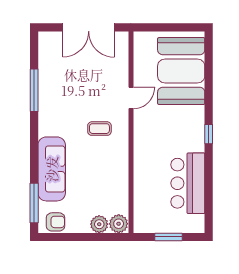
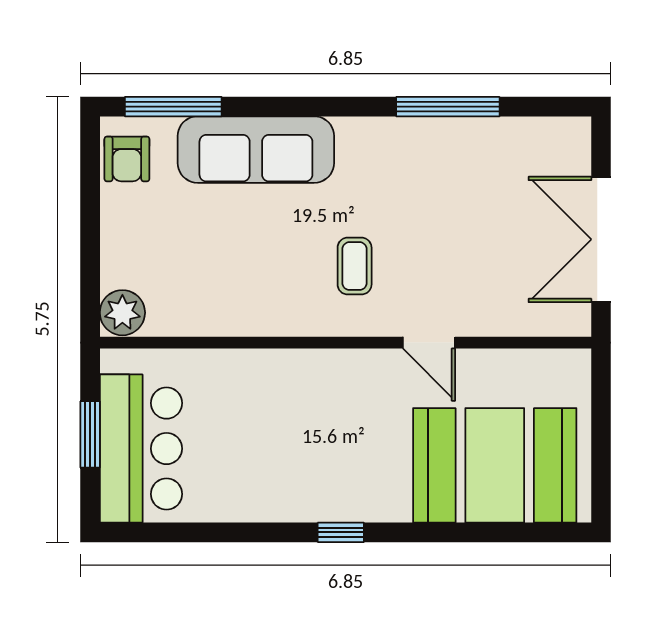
bar counter: (188, 183) -> (141, 449), moved, turned 90
plant: (99, 224) -> (121, 266), removed

